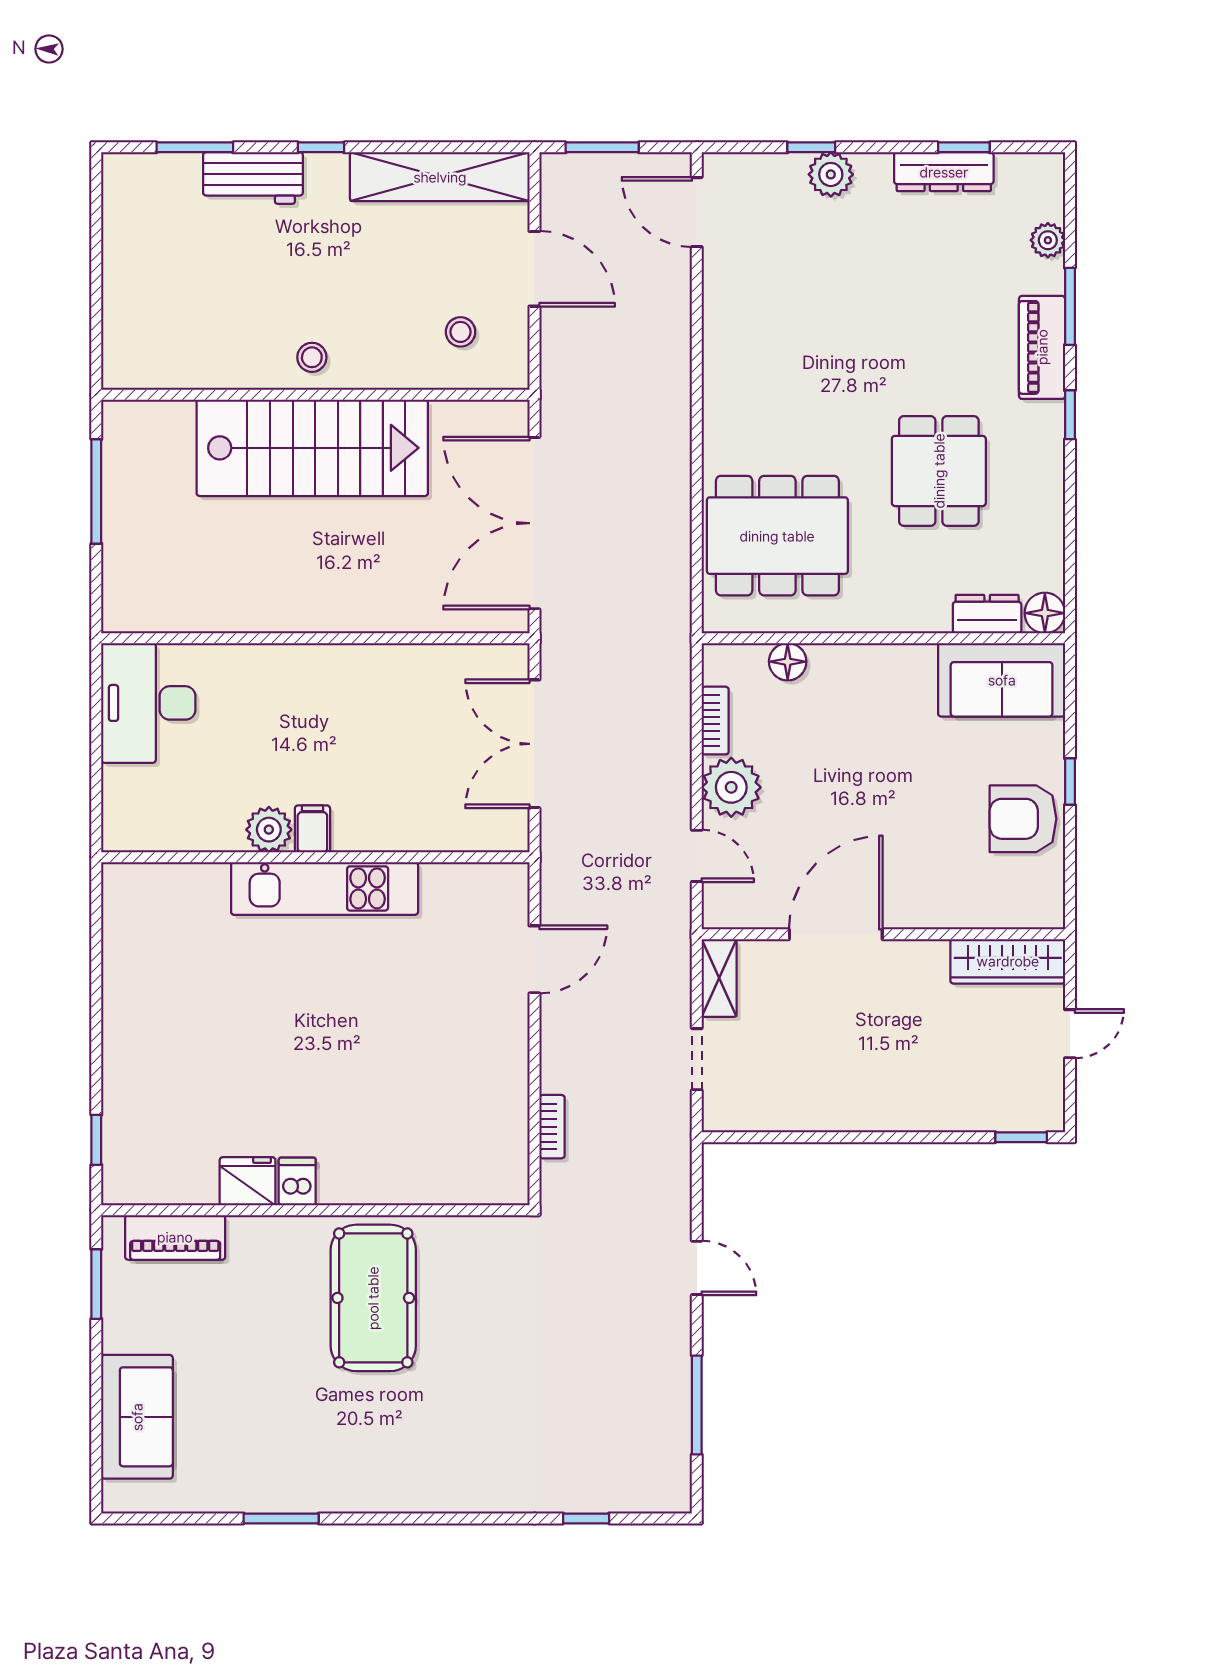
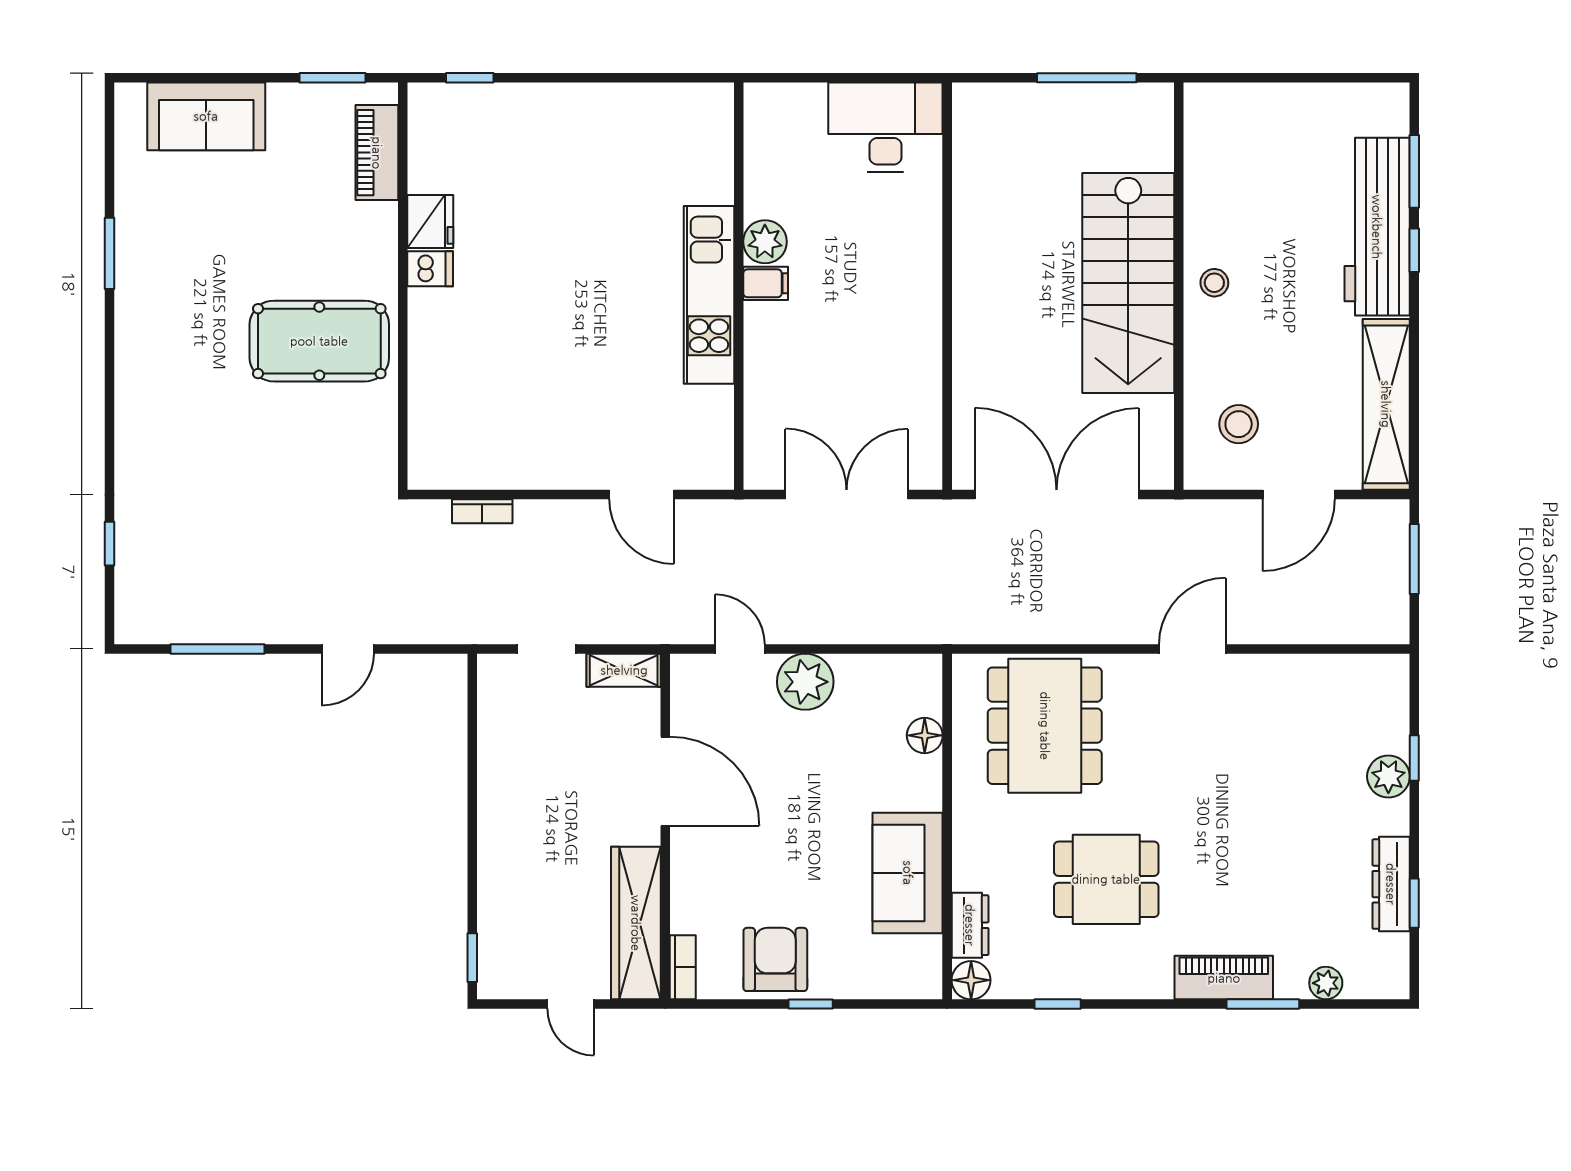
window: (321, 147) -> (1414, 250), moved
workbench: (253, 178) -> (1377, 227), width x1.88, depth x1.32
door: (697, 212) -> (1192, 649), moved
stool: (461, 332) -> (1239, 424), width x1.37, depth x1.37
window: (1070, 415) -> (1058, 1004), moved
sofa: (1002, 680) -> (908, 873), moved
bookcase: (715, 721) -> (683, 967), moved, turned -90
door: (697, 856) -> (740, 649), swing flipped
wardrobe: (1008, 961) -> (636, 923), width x1.40, depth x1.17

